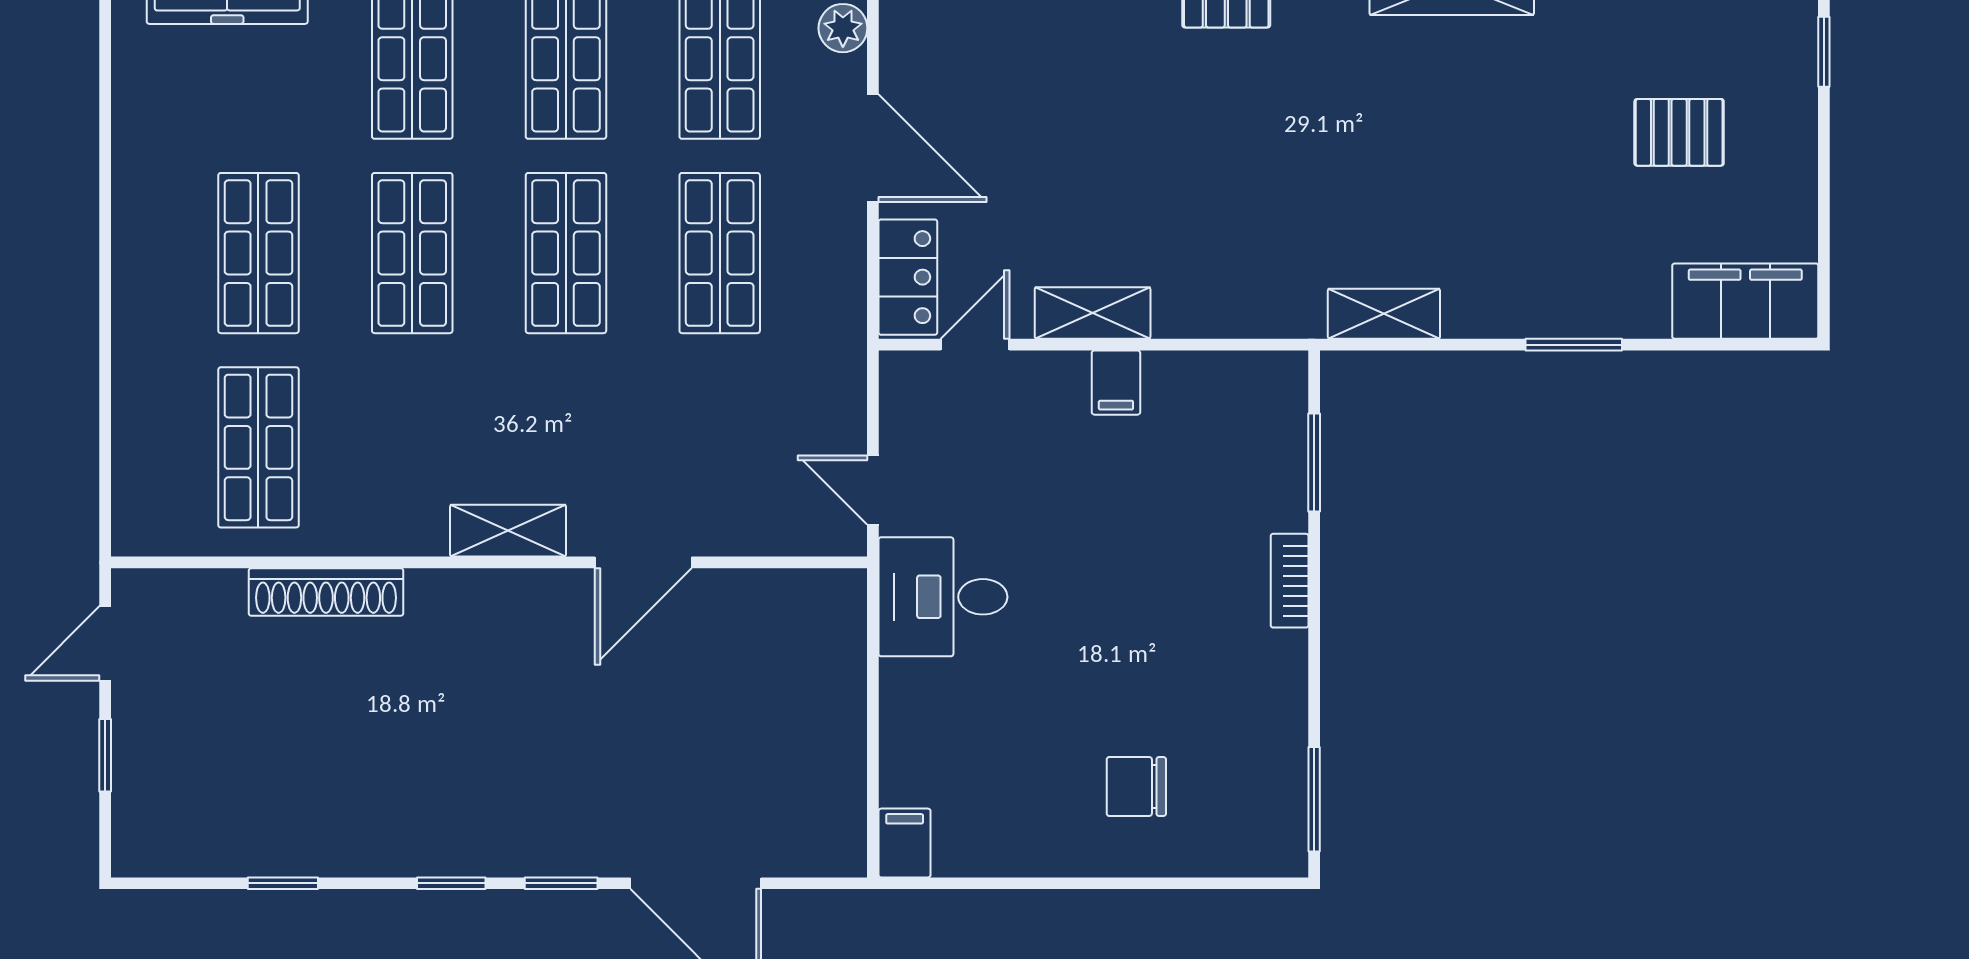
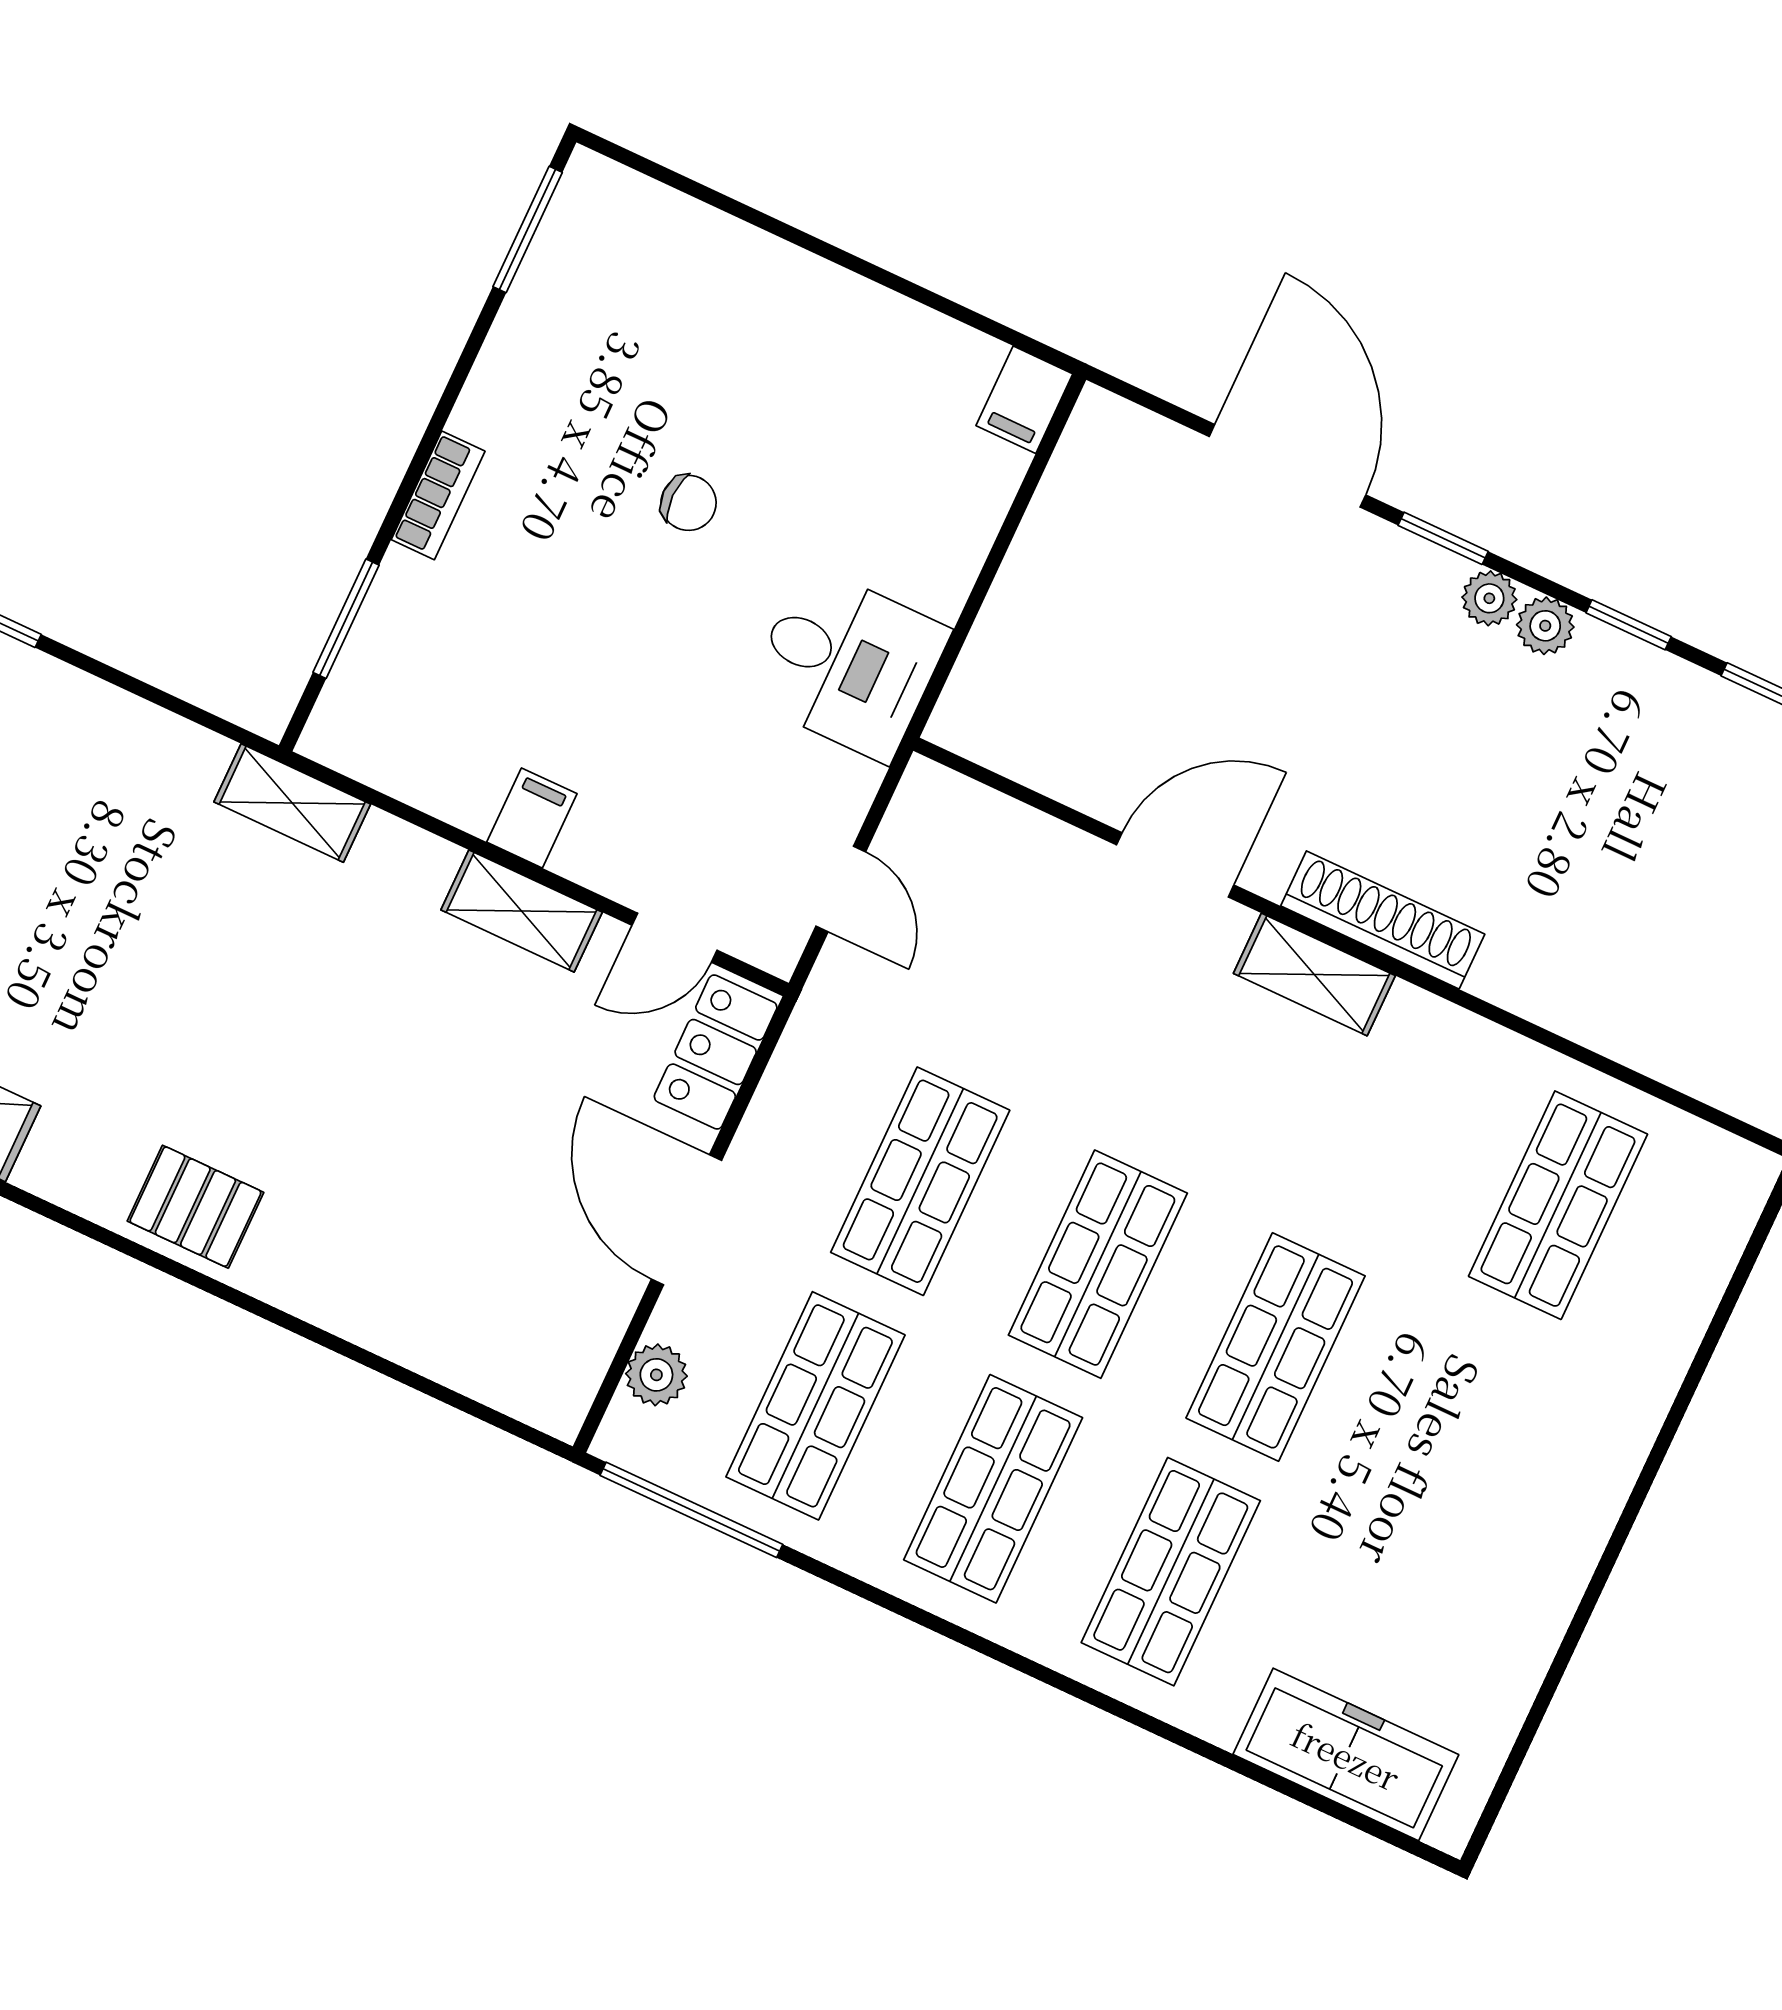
shop shelf: (258, 253) -> (1453, 1430), removed
shelving: (1384, 314) -> (292, 803), moved
door: (873, 490) -> (841, 889), moved
shoe rack: (326, 592) -> (1383, 920), moved
chair: (1136, 786) -> (689, 503), moved, width x0.73, depth x0.73
plant: (460, 855) -> (1545, 626), added
plant: (508, 856) -> (1489, 598), added
window: (451, 883) -> (1629, 625), moved

